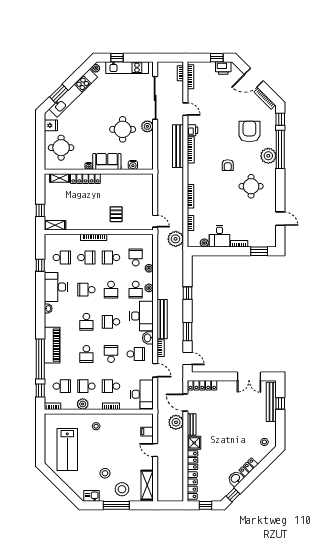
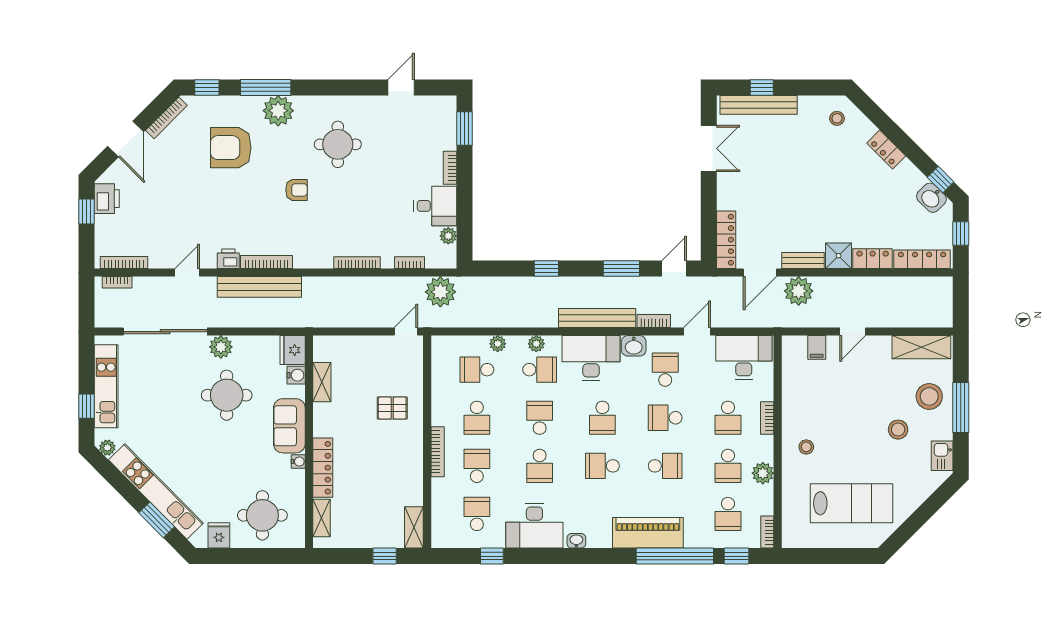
window: (280, 149) -> (266, 87), width x0.68
fridge: (146, 163) -> (293, 350), added
shelving: (129, 178) -> (322, 382), added
school desk: (111, 290) -> (540, 418), turned -90
school desk: (86, 322) -> (602, 466), turned 180
school desk: (62, 386) -> (728, 514), turned 180
washbasin: (236, 479) -> (931, 198), moved

